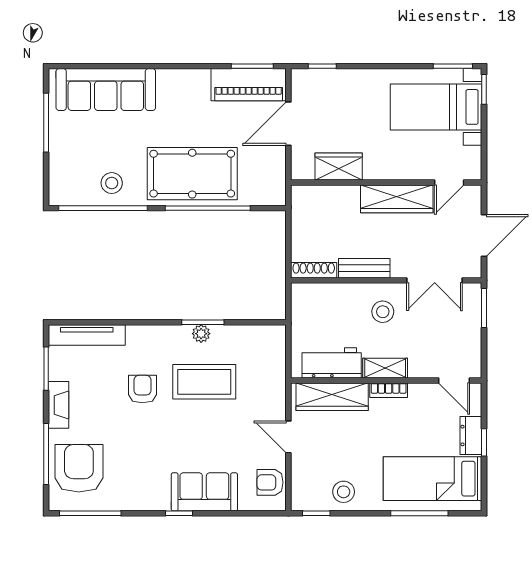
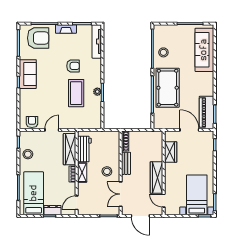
sofa: (204, 492) -> (28, 74), moved

